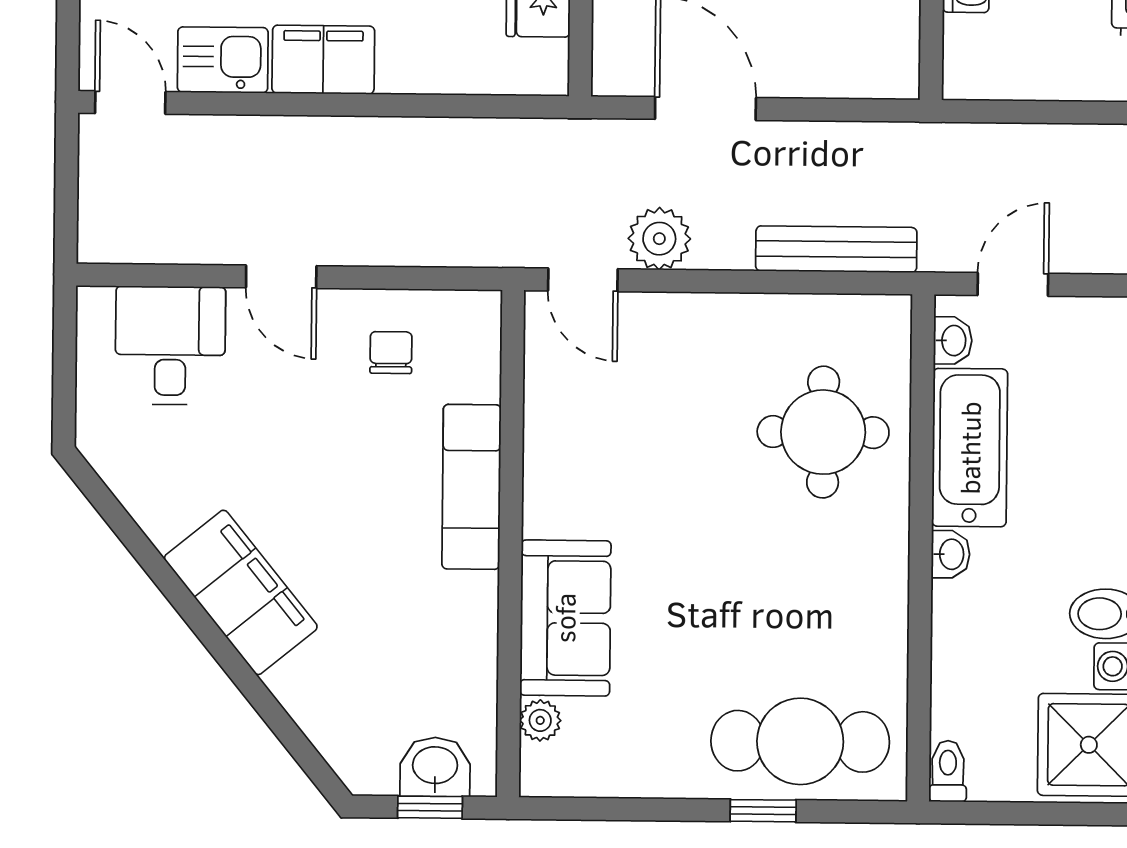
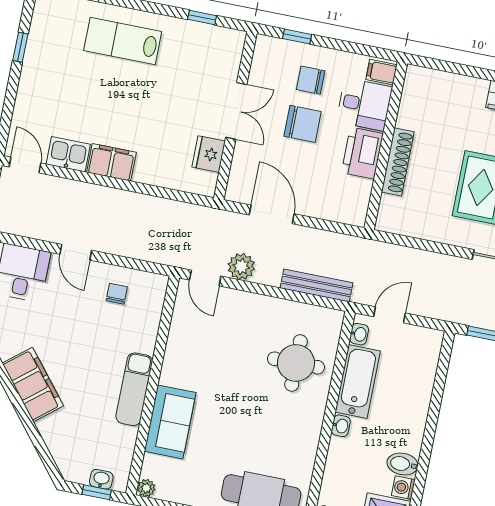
exam couch: (471, 487) -> (134, 389), moved
plant: (540, 720) -> (146, 488), moved
washbasin: (435, 767) -> (101, 479), width x0.72, depth x0.69

